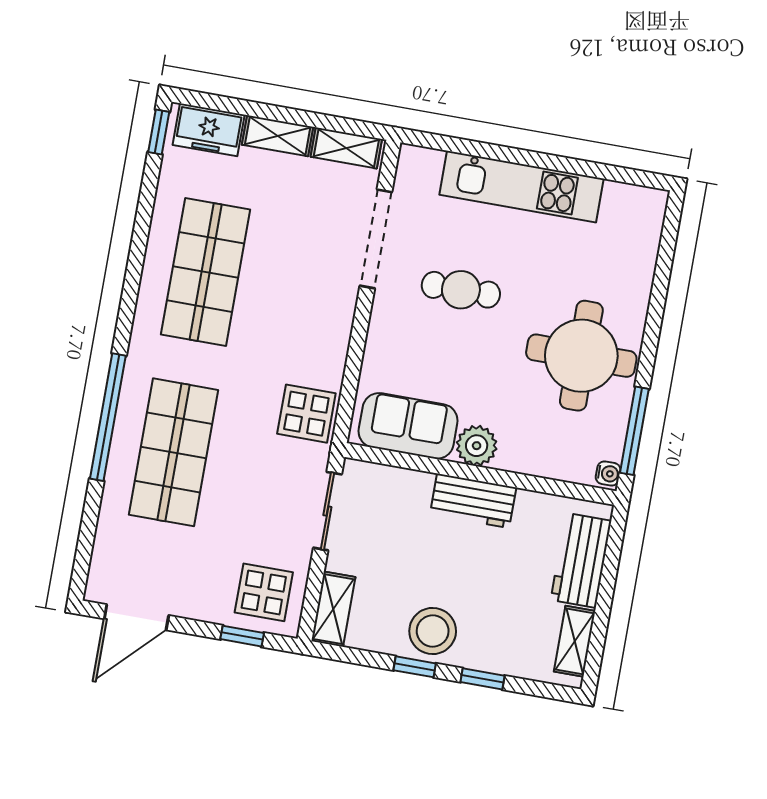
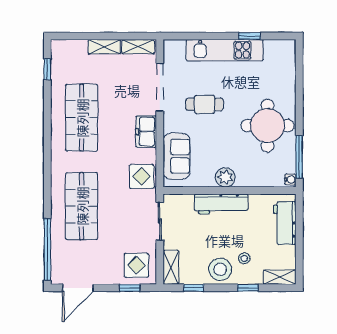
freezer: (209, 130) -> (146, 132), moved, turned 90
window: (159, 132) -> (47, 69), moved
window: (577, 167) -> (250, 36), added
window: (108, 417) -> (47, 249), moved
sofa: (408, 426) -> (177, 156), moved, turned 90
workbench: (473, 501) -> (221, 204), width x1.38
stool: (486, 617) -> (244, 258), added
shelving: (575, 641) -> (280, 277), moved, turned 90
window: (415, 667) -> (194, 288), moved

